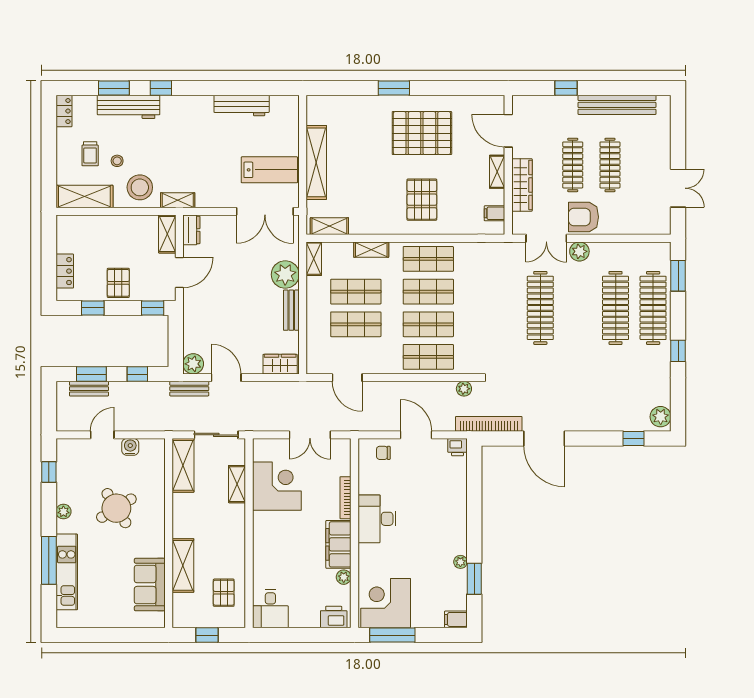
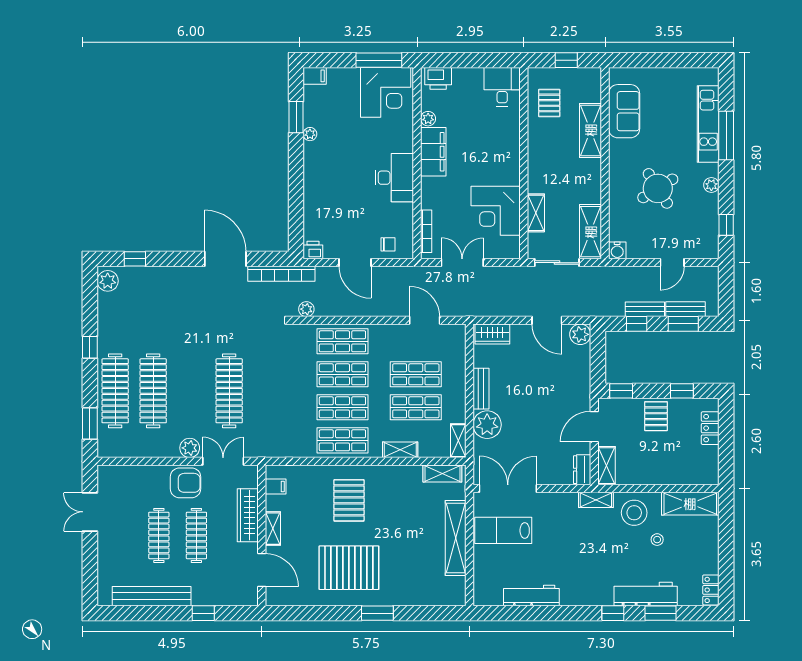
trolley: (90, 154) -> (684, 547), removed
bench: (189, 389) -> (645, 309), moved
water cooler: (130, 447) -> (617, 250), moved
bookcase: (346, 498) -> (426, 231), moved

